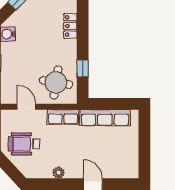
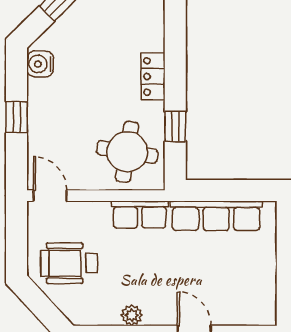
locker: (70, 26) -> (153, 76), moved
door: (26, 107) -> (50, 196), moved

